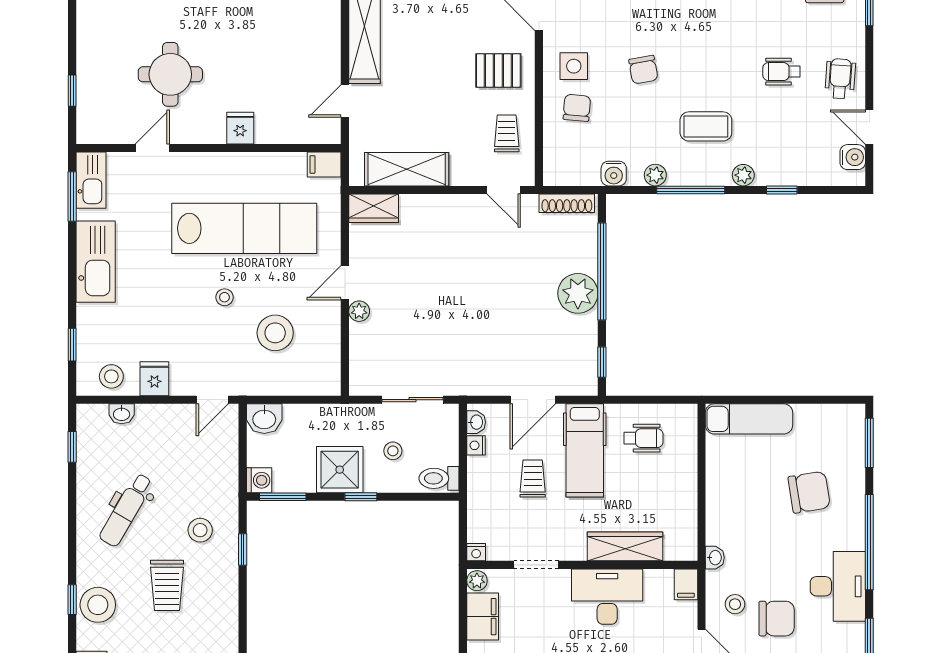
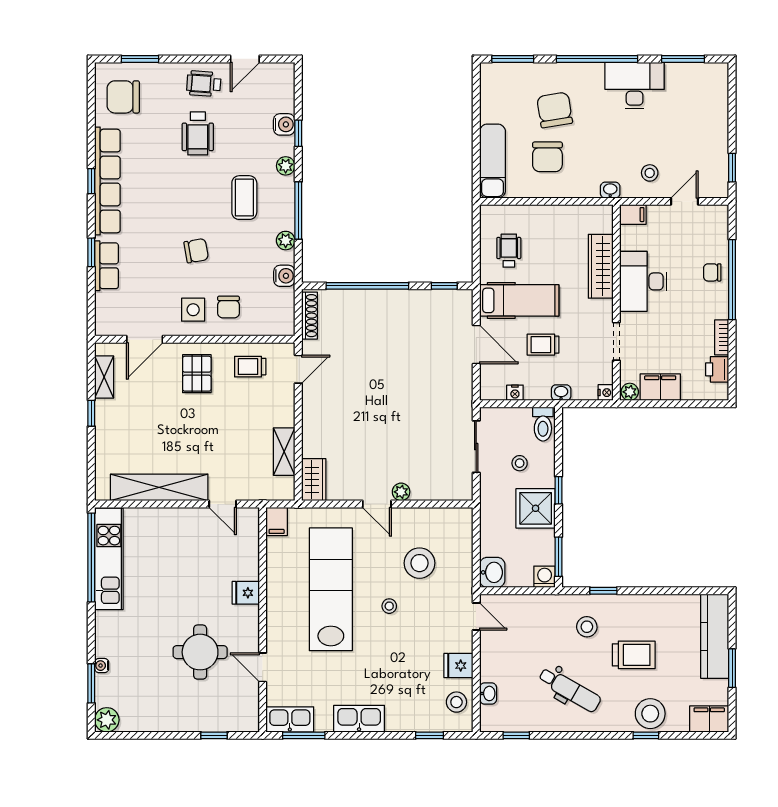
wheelchair: (782, 72) -> (198, 133), width x1.36, depth x1.37
chair: (577, 108) -> (228, 307), turned -95
water cooler: (853, 157) -> (284, 124), moved, turned 90
shelving: (407, 169) -> (284, 452), width x0.67, depth x0.75
kitchen sink: (96, 262) -> (359, 719), width x0.73, depth x0.81
plant: (578, 293) -> (386, 306), removed
washbasin: (476, 422) -> (561, 393), moved
chair: (777, 619) -> (547, 157), moved, turned 180

